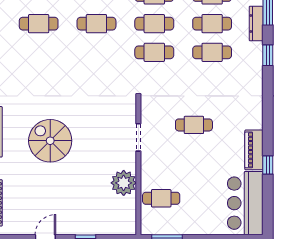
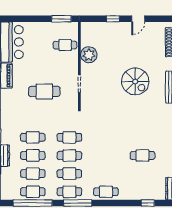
cafe table: (96, 24) -> (106, 155), removed
cafe table: (194, 125) -> (44, 91), width x1.37, depth x1.35

